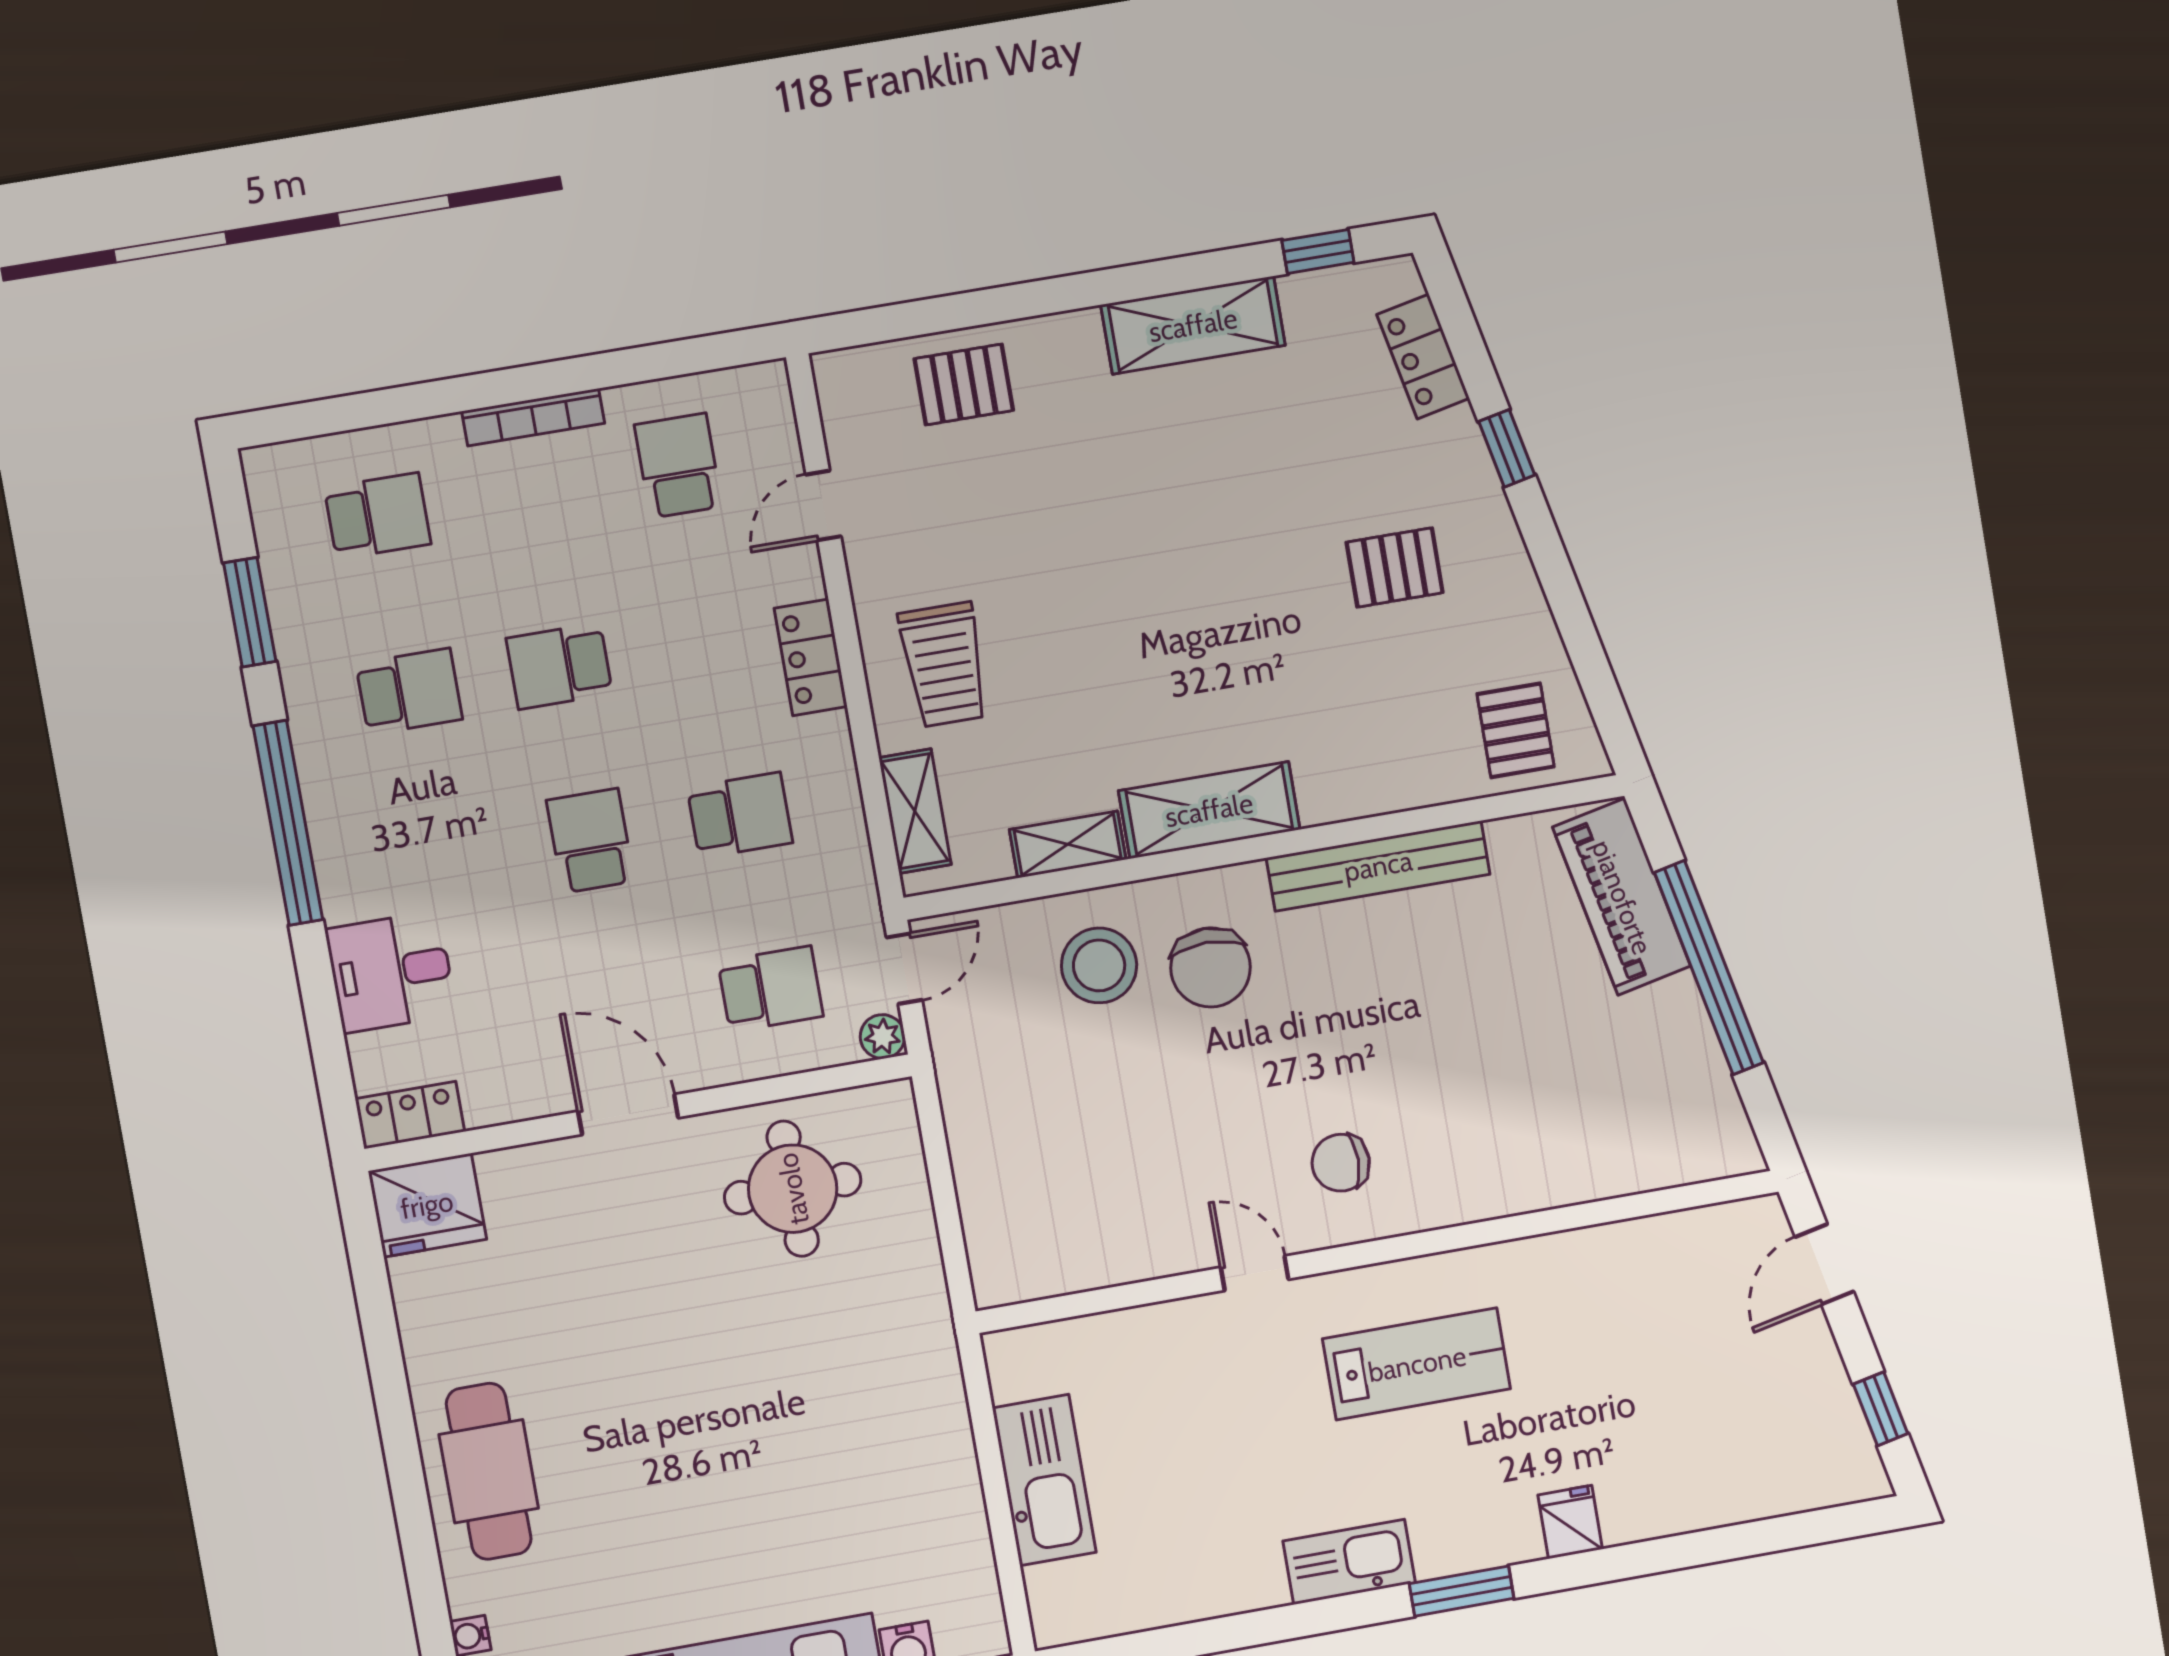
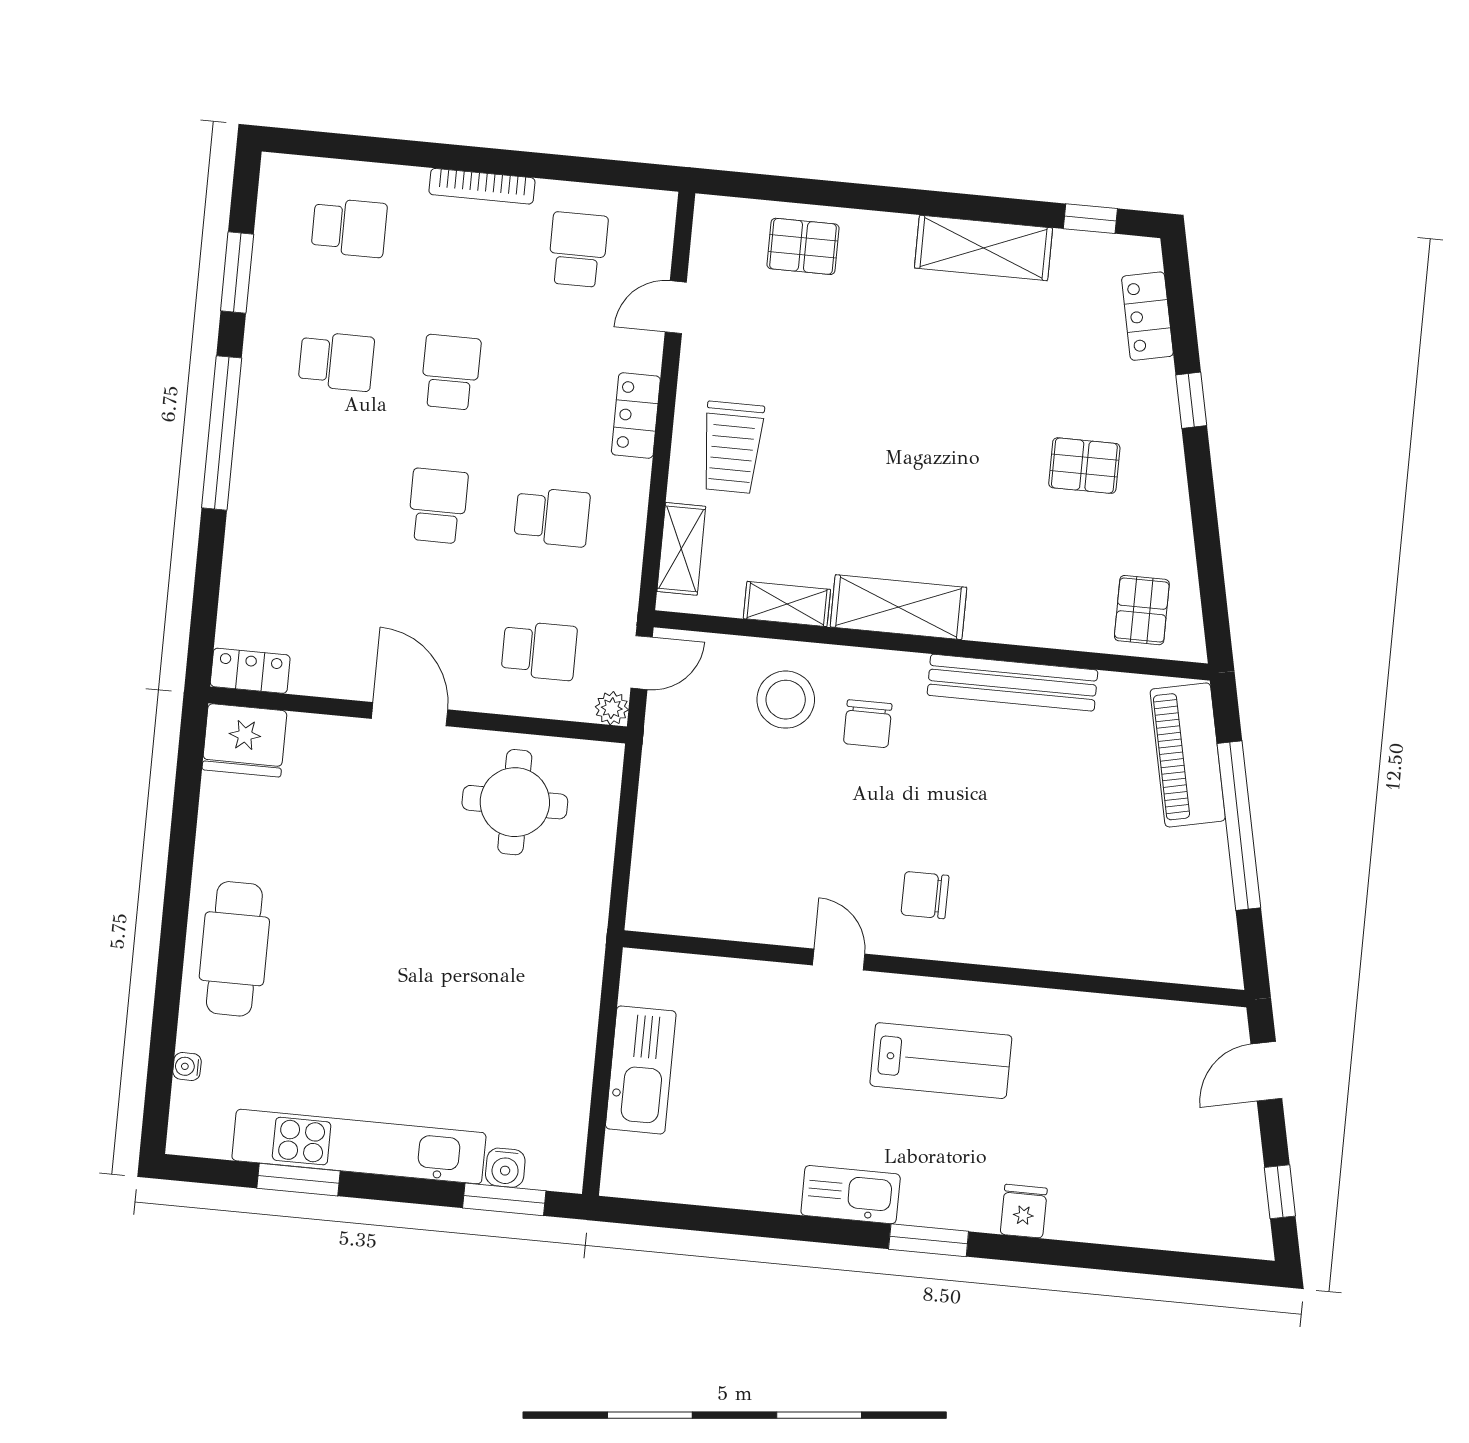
school desk: (559, 666) -> (451, 372), turned 90
chair: (1211, 967) -> (868, 724), width x0.73, depth x0.73
desk: (391, 972) -> (266, 562), removed

